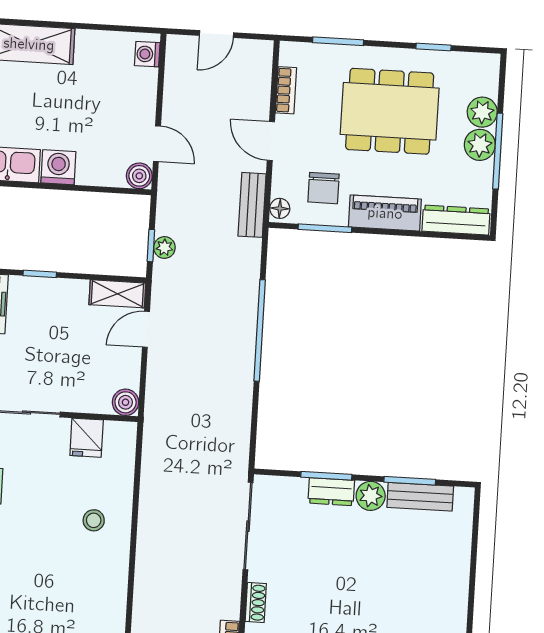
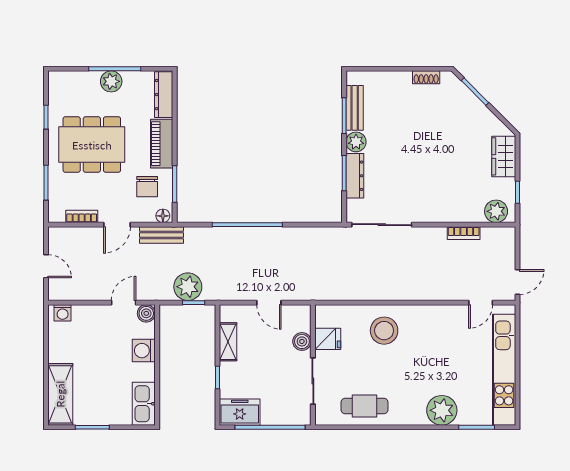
dining table: (390, 111) -> (92, 145), turned 90
plant: (482, 112) -> (89, 81), removed
washing machine: (58, 167) -> (144, 351), moved
chair: (324, 188) -> (147, 187), turned 90
plant: (164, 247) -> (188, 287), width x1.88, depth x1.88
shelving: (117, 294) -> (228, 342), moved
door: (146, 329) -> (269, 303), moved
boiler: (126, 402) -> (302, 341), moved
dresser: (331, 492) -> (355, 176), width x1.44
stool: (94, 520) -> (384, 331), width x1.89, depth x1.89
shoe rack: (256, 603) -> (426, 77), moved, turned 180

